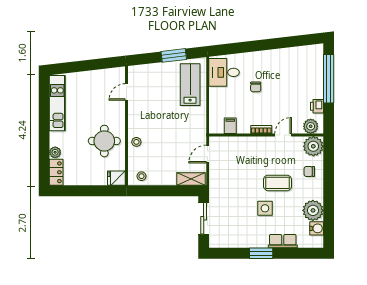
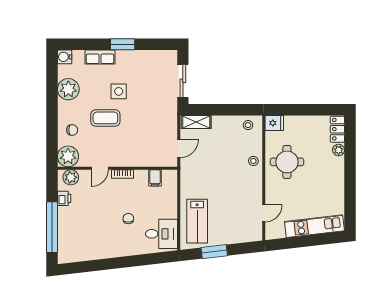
kitchen unit: (57, 103) -> (314, 226), moved, turned 83
water cooler: (317, 228) -> (65, 57), moved

